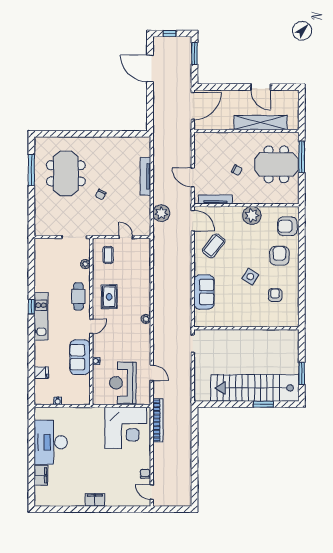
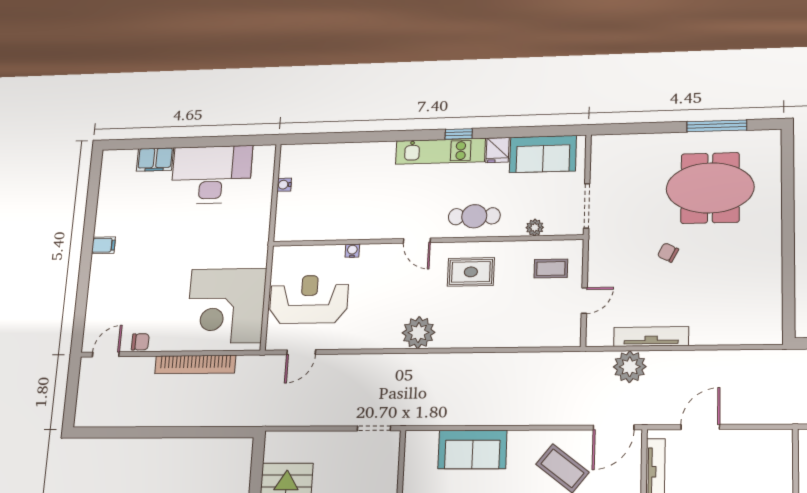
tv unit: (145, 176) -> (651, 336), moved
plant: (146, 319) -> (418, 333), width x1.88, depth x1.88
sofa: (80, 357) -> (543, 154), moved, turned 180
fridge: (41, 373) -> (498, 150), moved
door: (152, 373) -> (301, 352), moved
bookcase: (158, 420) -> (195, 364), moved
filing cabinet: (95, 500) -> (103, 245), width x0.50

